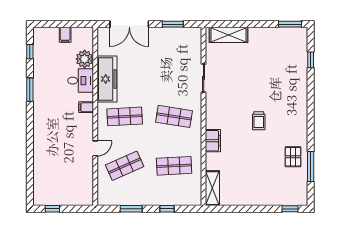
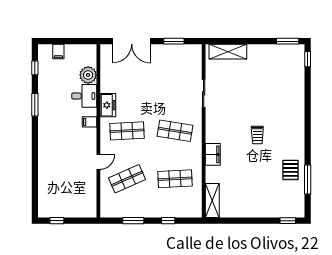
filing cabinet: (65, 35) -> (58, 52), moved
window: (311, 60) -> (308, 59), moved
freezer: (107, 79) -> (108, 105), width x0.52, depth x0.79

